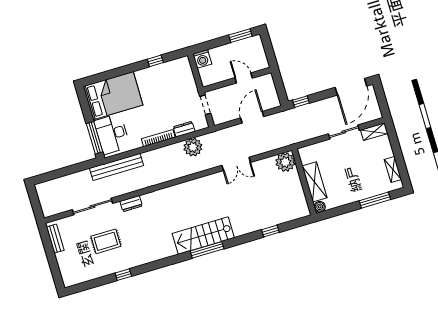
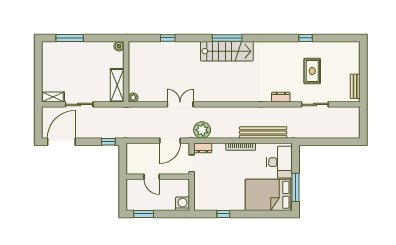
door: (252, 117) -> (170, 141), moved
dresser: (184, 129) -> (203, 148), moved
window: (95, 138) -> (296, 187), moved
plant: (193, 147) -> (202, 130), moved
plant: (285, 162) -> (133, 98), width x0.53, depth x0.53
bench: (116, 167) -> (263, 132), moved
shelving: (393, 169) -> (46, 60), removed
shelving: (314, 182) -> (117, 85), moved
sliding door: (92, 207) -> (315, 104), width x0.73
rug: (106, 241) -> (312, 71), turned 90

